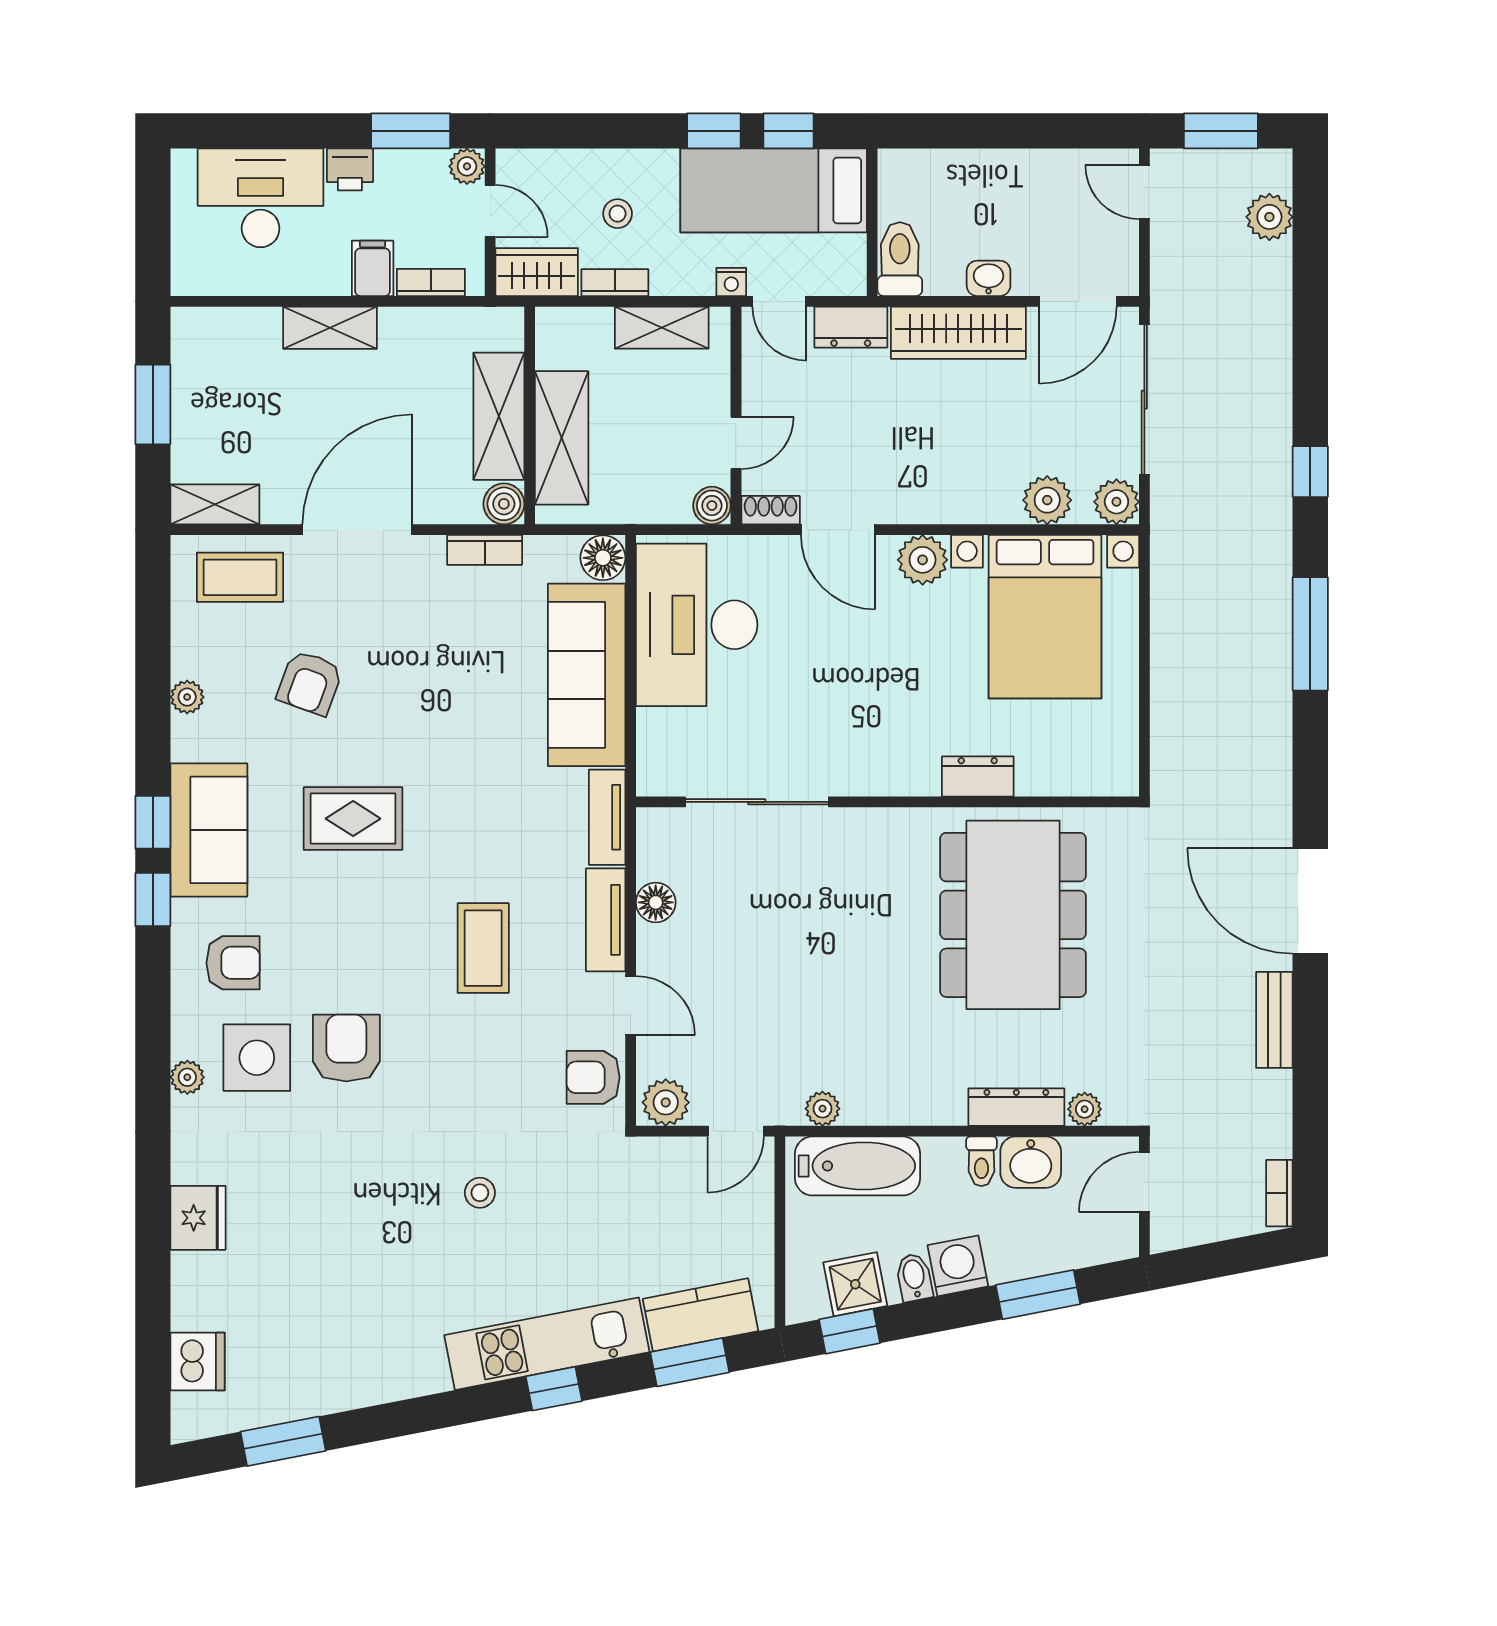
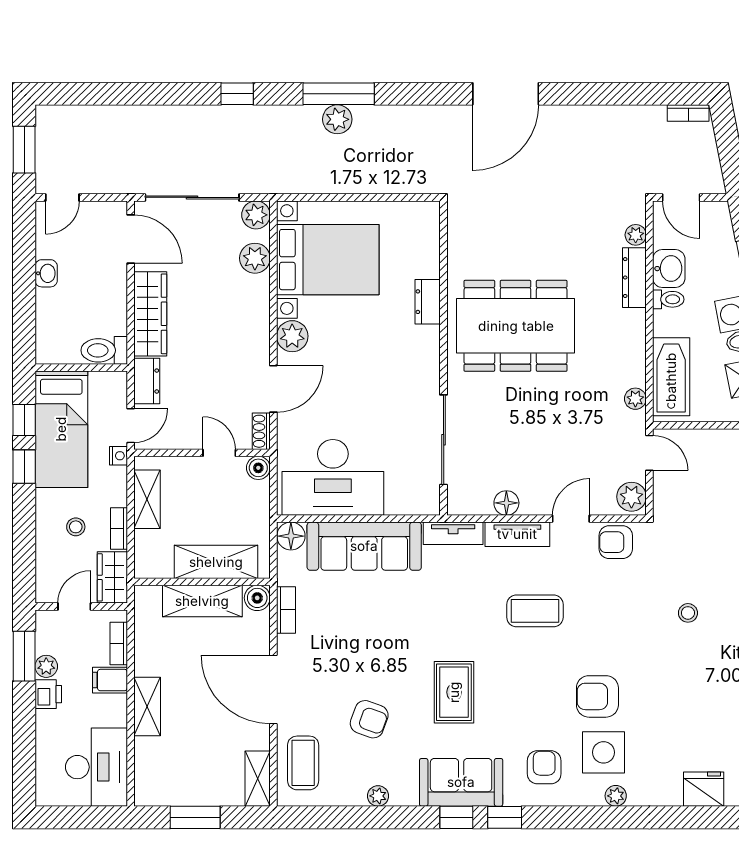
plant: (467, 166) -> (46, 666), moved
desk: (261, 198) -> (96, 767), moved, turned 180
plant: (1269, 217) -> (337, 119), moved
washbasin: (989, 278) -> (46, 273), moved, turned 180
dining table: (1013, 915) -> (516, 326), moved
bench: (1274, 1020) -> (580, 116), removed
armchair: (593, 1077) -> (616, 542), turned 90

